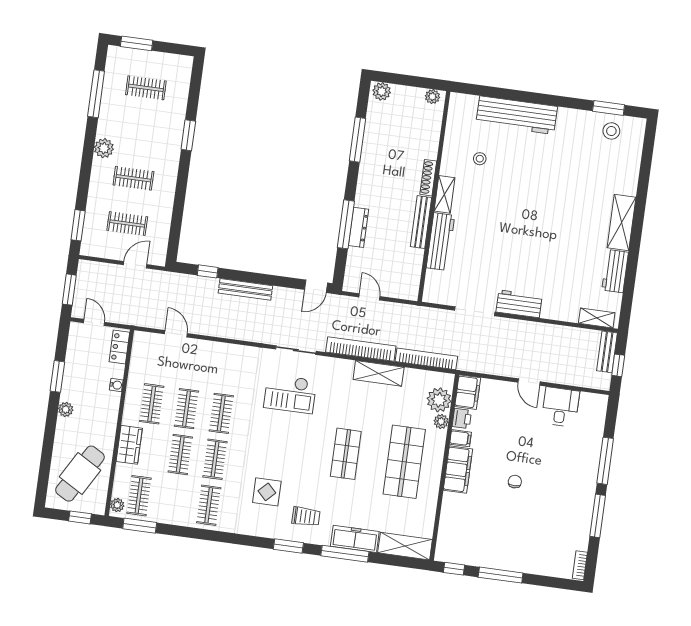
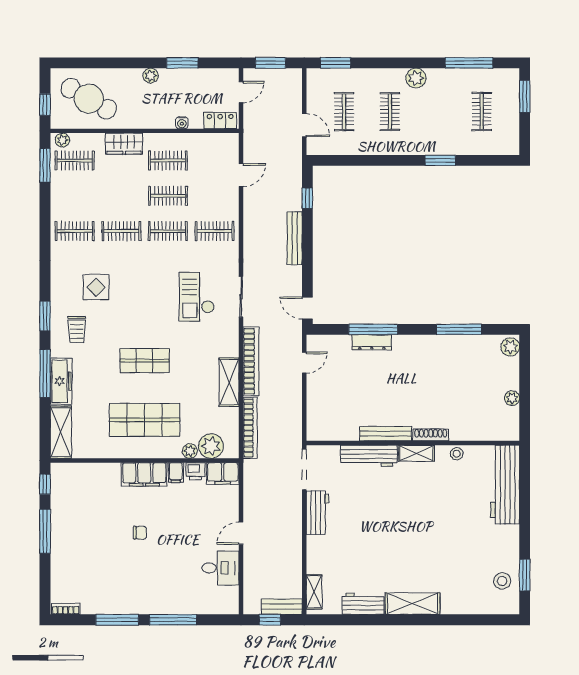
shoe rack: (428, 178) -> (431, 435), moved
shelving: (444, 194) -> (416, 453), moved
wall: (434, 196) -> (413, 443), moved
bench: (421, 222) -> (386, 434), moved
workbench: (440, 242) -> (369, 456), moved
clothes rail: (180, 455) -> (215, 231), moved

